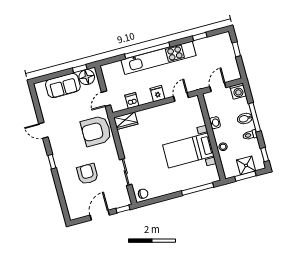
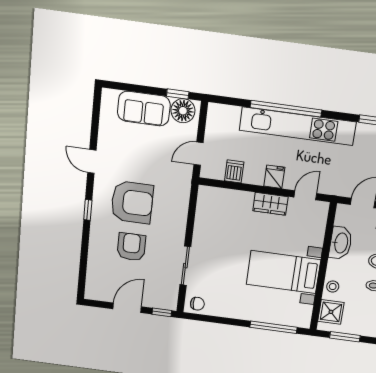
wardrobe: (126, 121) -> (270, 204), moved
washbasin: (215, 123) -> (341, 243), width x1.91, depth x1.45
armchair: (96, 131) -> (132, 202), moved, turned 180
shower: (246, 165) -> (331, 312), moved

